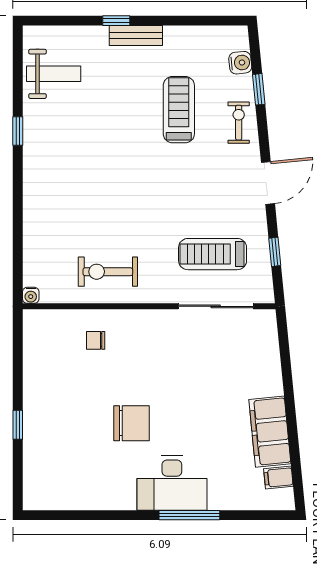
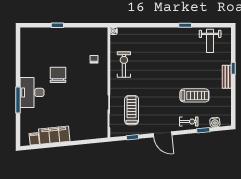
chair: (131, 423) -> (58, 75), turned 180

